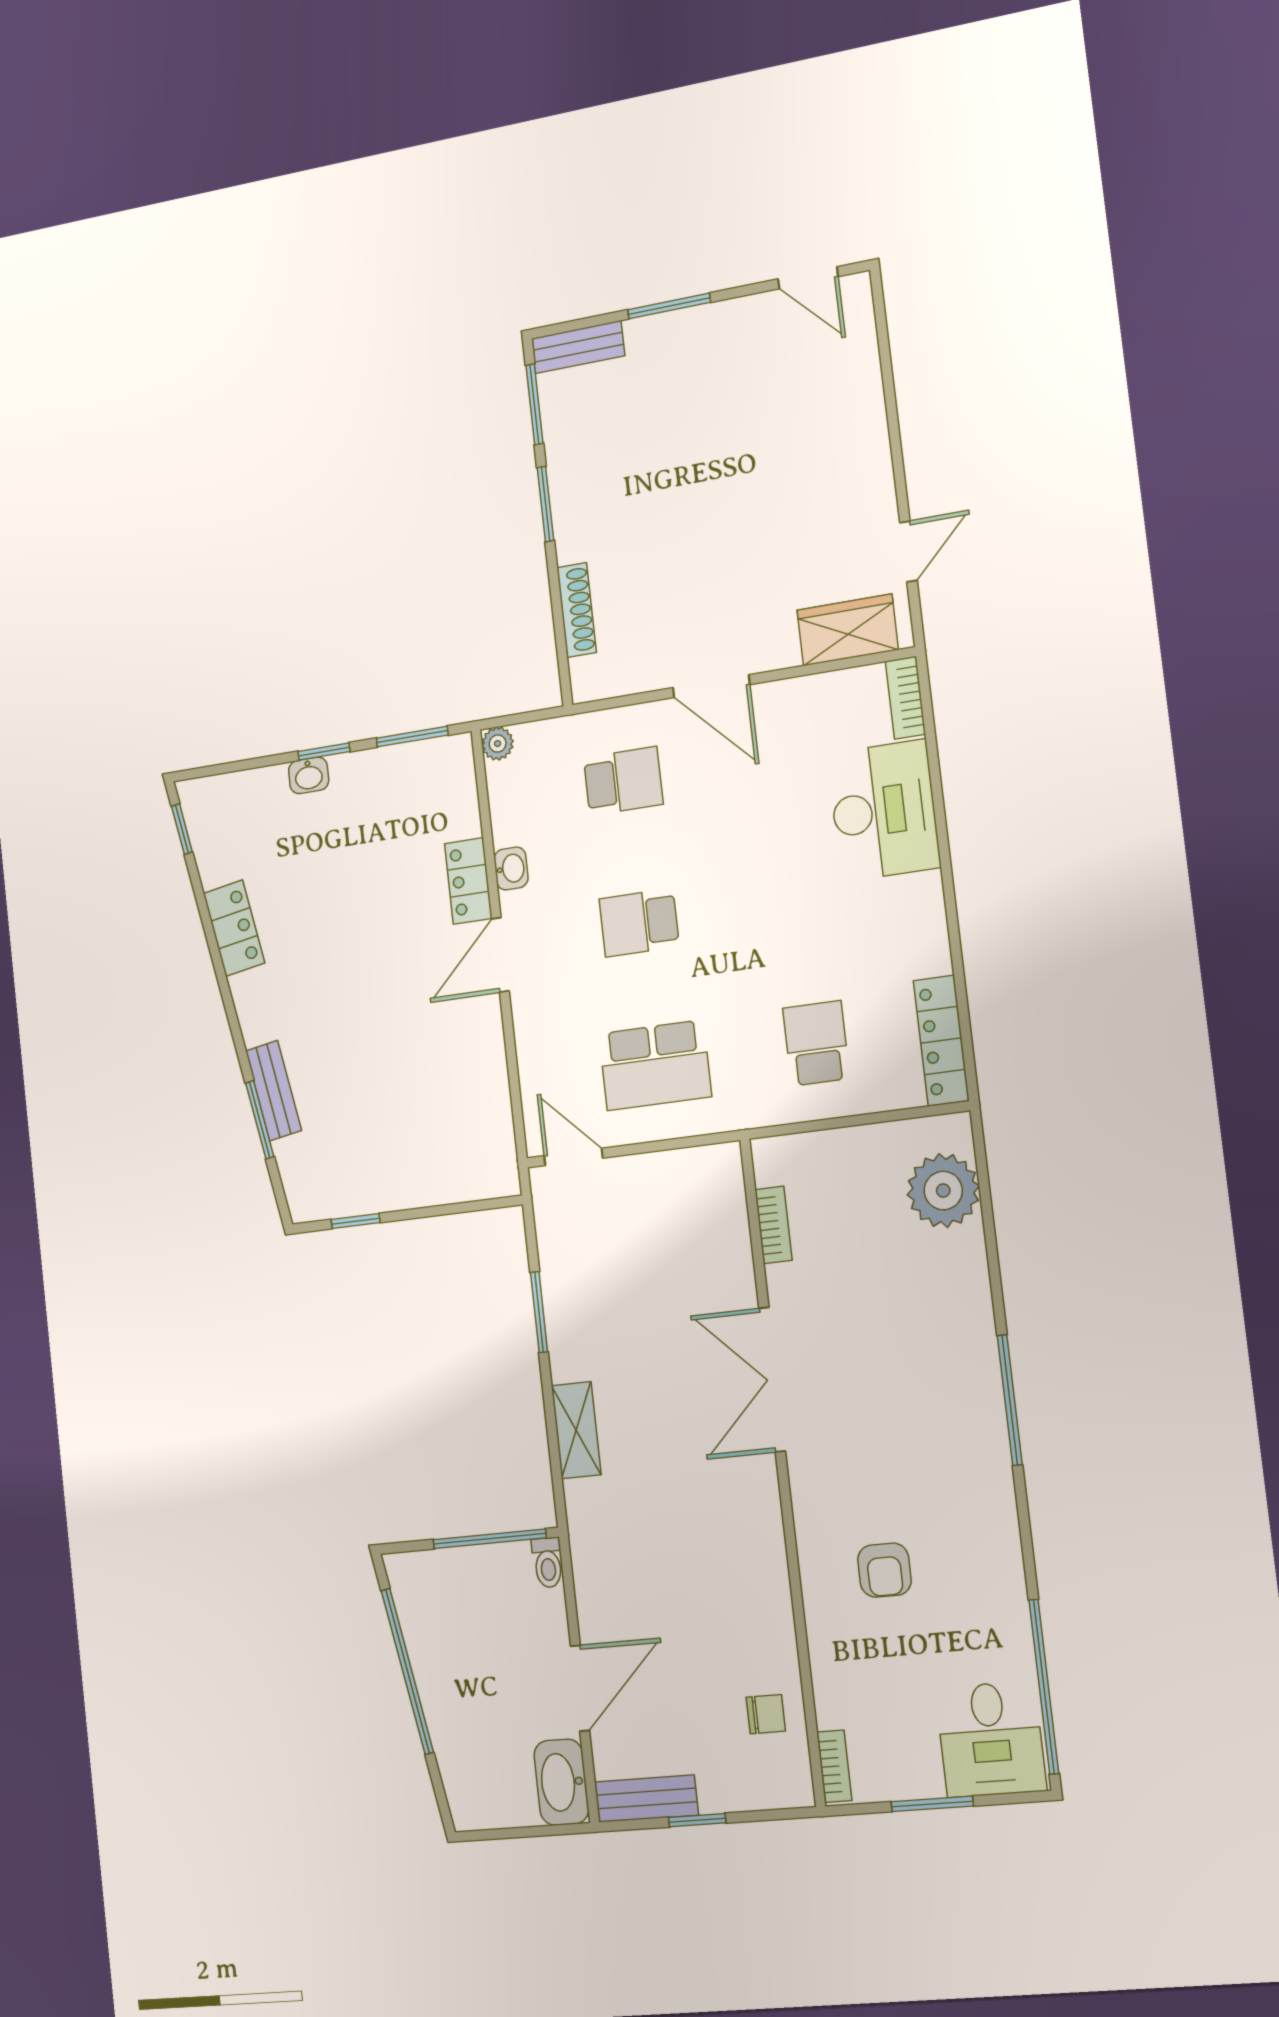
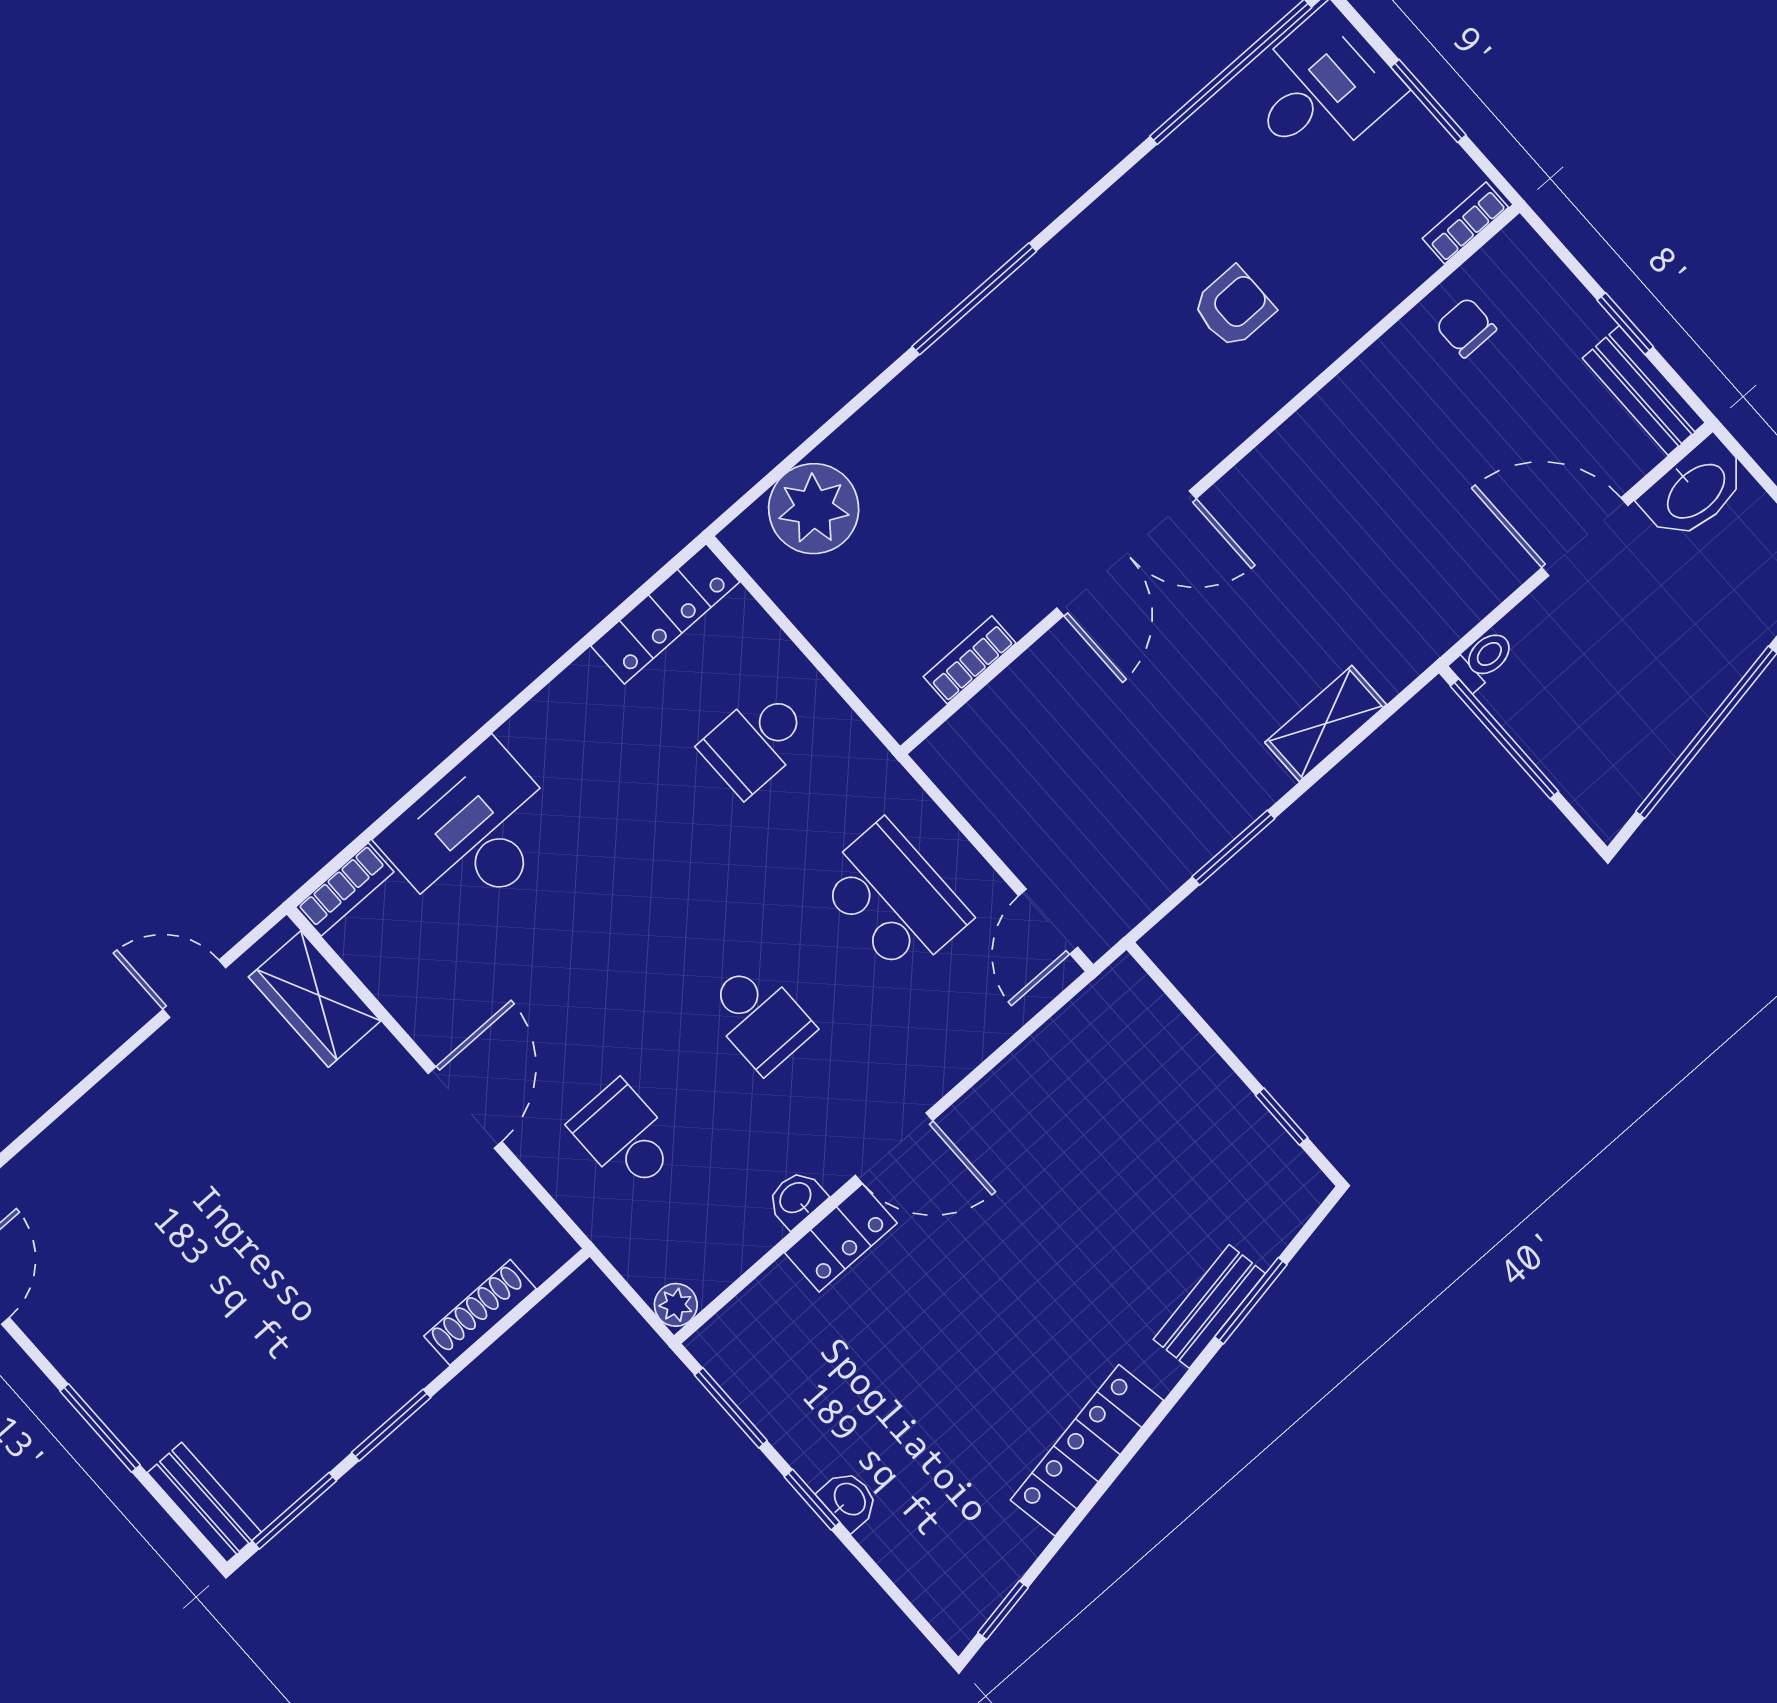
locker: (234, 928) -> (1087, 1450), width x1.53

